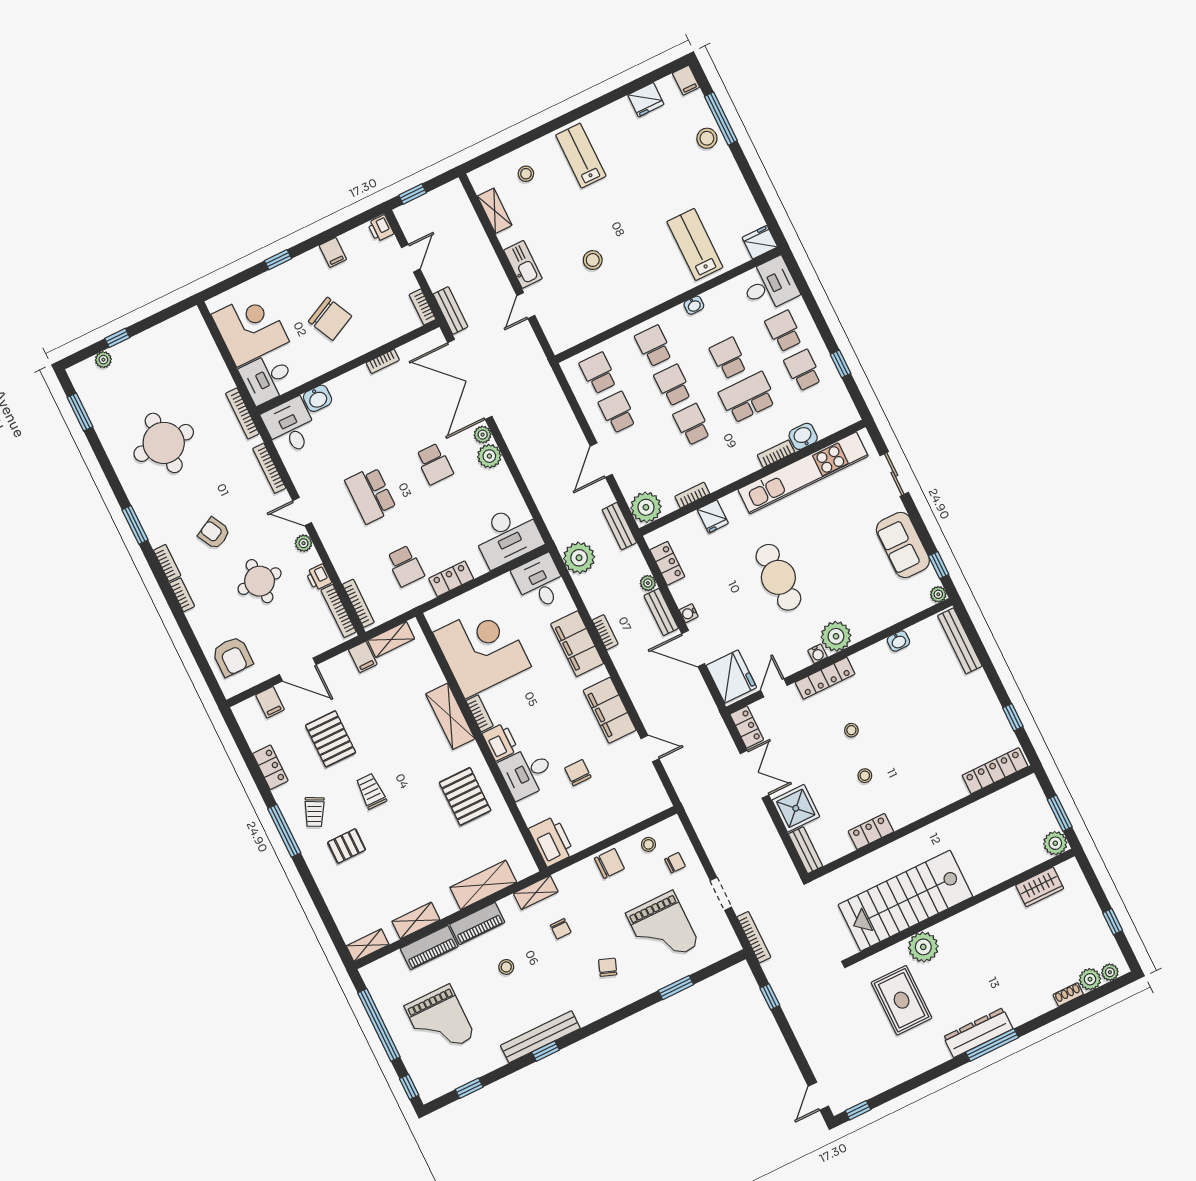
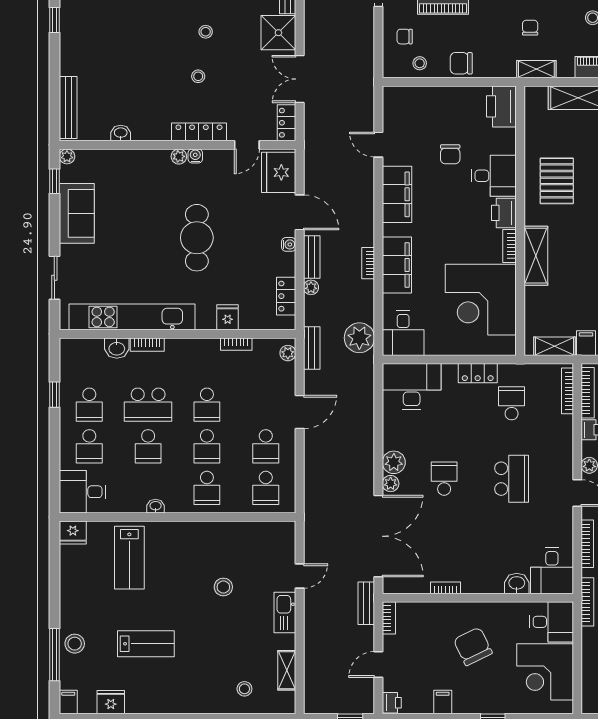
lab bench: (581, 156) -> (146, 644), moved, turned -90
plant: (646, 507) -> (288, 353), width x0.53, depth x0.53
plant: (836, 636) -> (179, 156), width x0.53, depth x0.53

